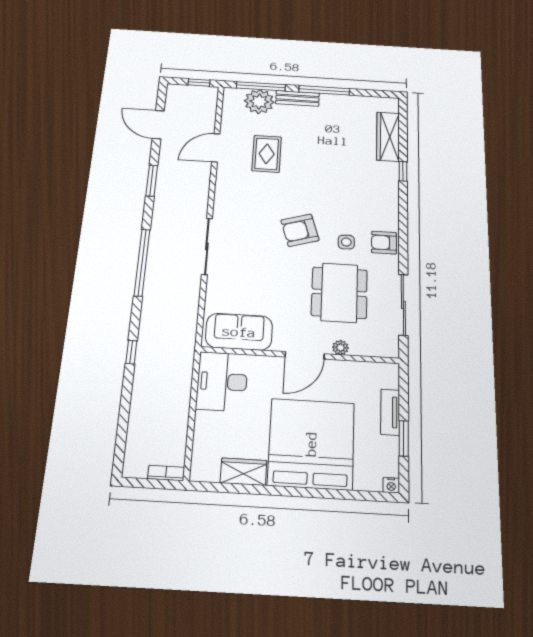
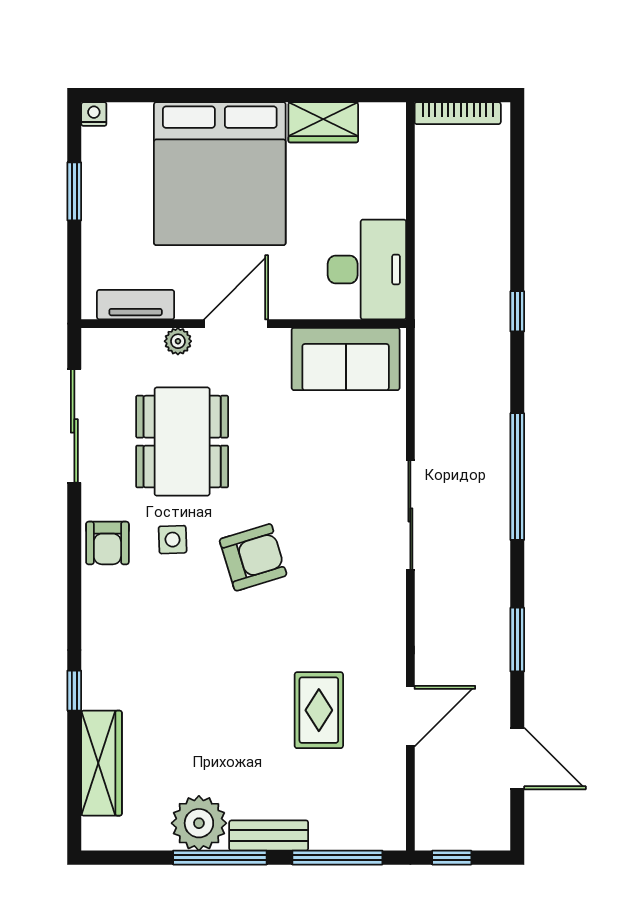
plant: (259, 102) -> (199, 823), moved
armchair: (384, 243) -> (107, 543), turned 90
tv unit: (390, 412) -> (136, 305), moved, turned -90
bookcase: (166, 473) -> (458, 113), width x1.56

